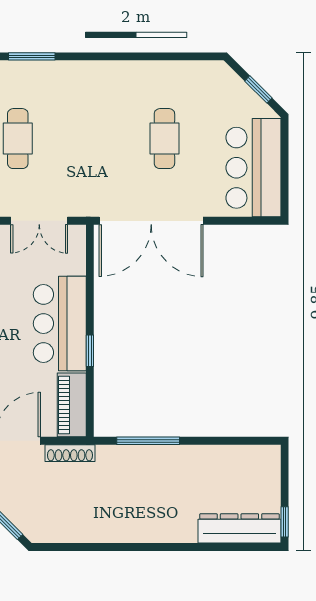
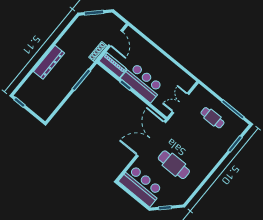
cafe table: (164, 139) -> (174, 165), width x1.37, depth x1.35
dresser: (239, 528) -> (49, 62), moved

